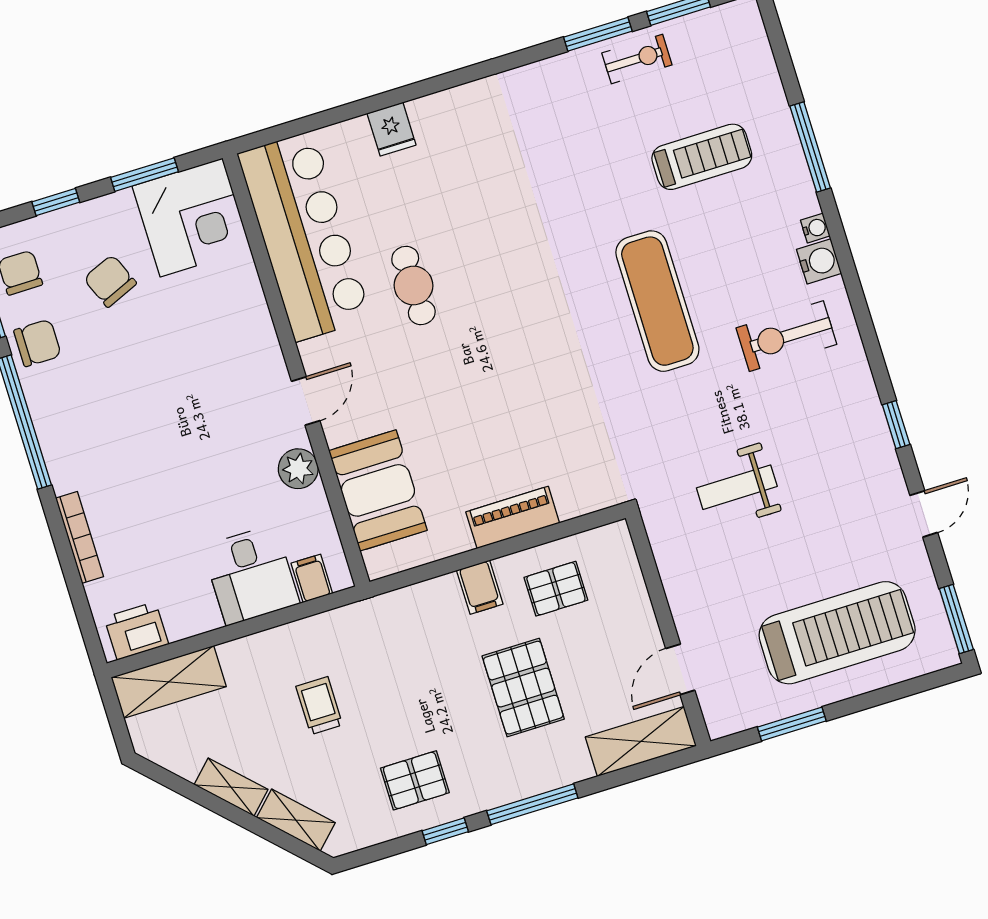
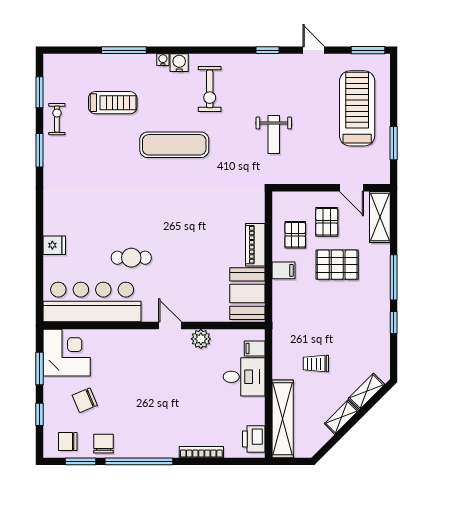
window: (598, 34) -> (40, 150), moved
treadmill: (702, 157) -> (113, 103), turned 90
booth: (378, 490) -> (247, 294), moved, turned 90
shelving: (169, 682) -> (283, 419), width x1.47
pallet: (415, 780) -> (327, 222), moved

